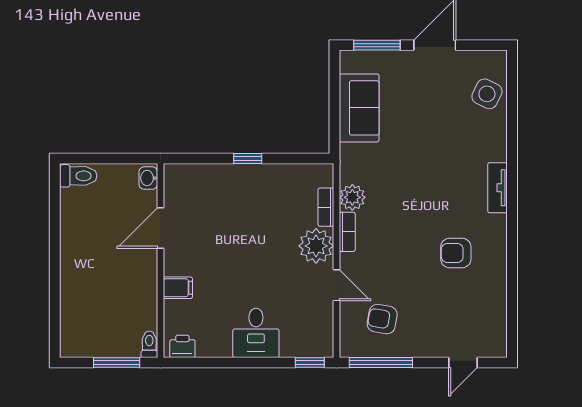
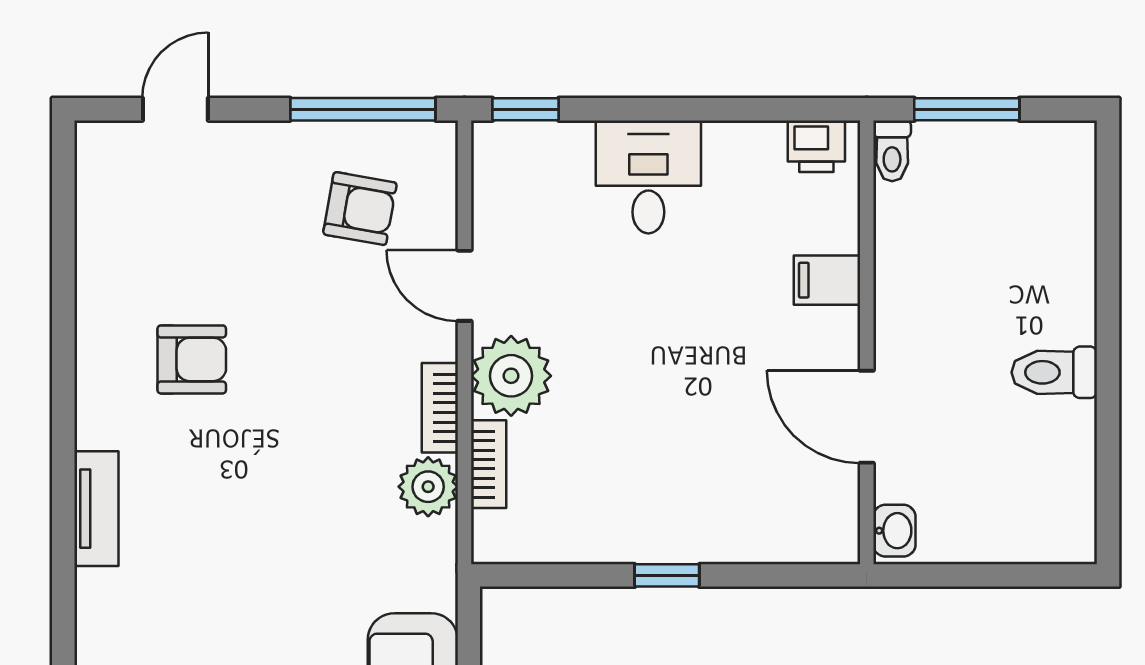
toilet: (78, 176) -> (1054, 372), moved
door: (160, 228) -> (867, 417), swing flipped

